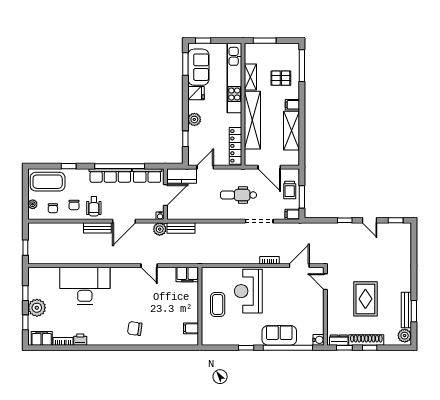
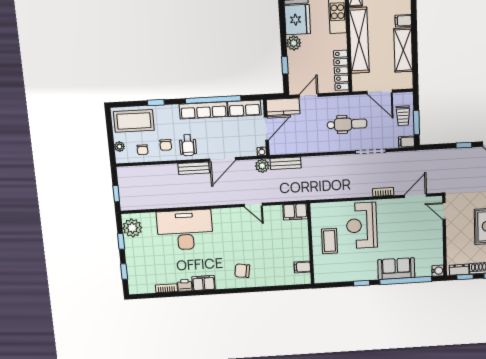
fridge: (196, 93) -> (297, 20), width x1.88, depth x1.34
dental chair: (239, 195) -> (347, 124), turned 180
plant: (37, 308) -> (132, 228), moved
filing cabinet: (42, 338) -> (204, 283), moved

